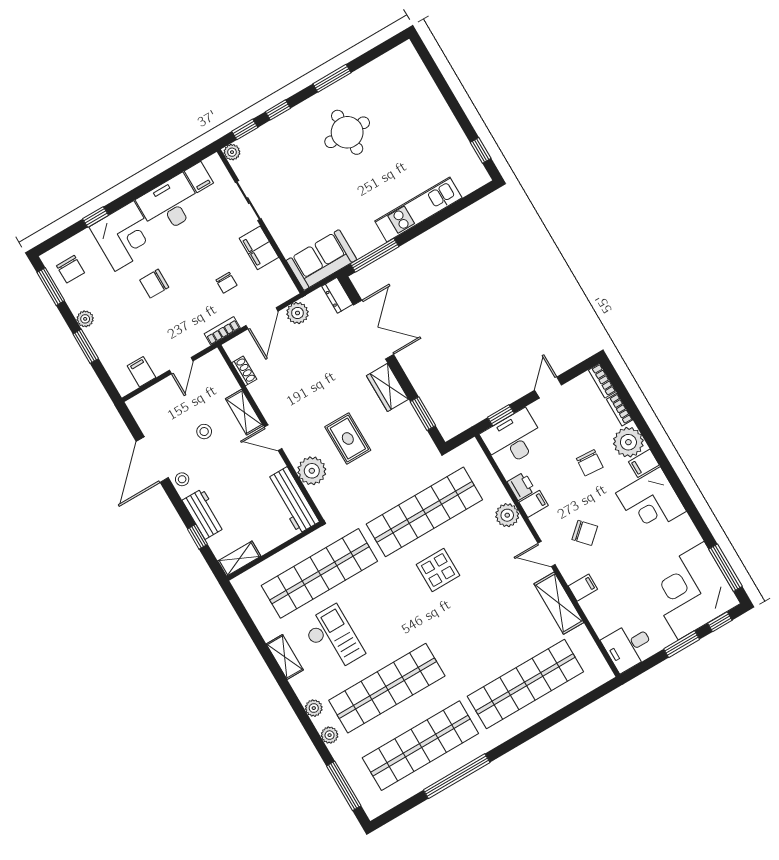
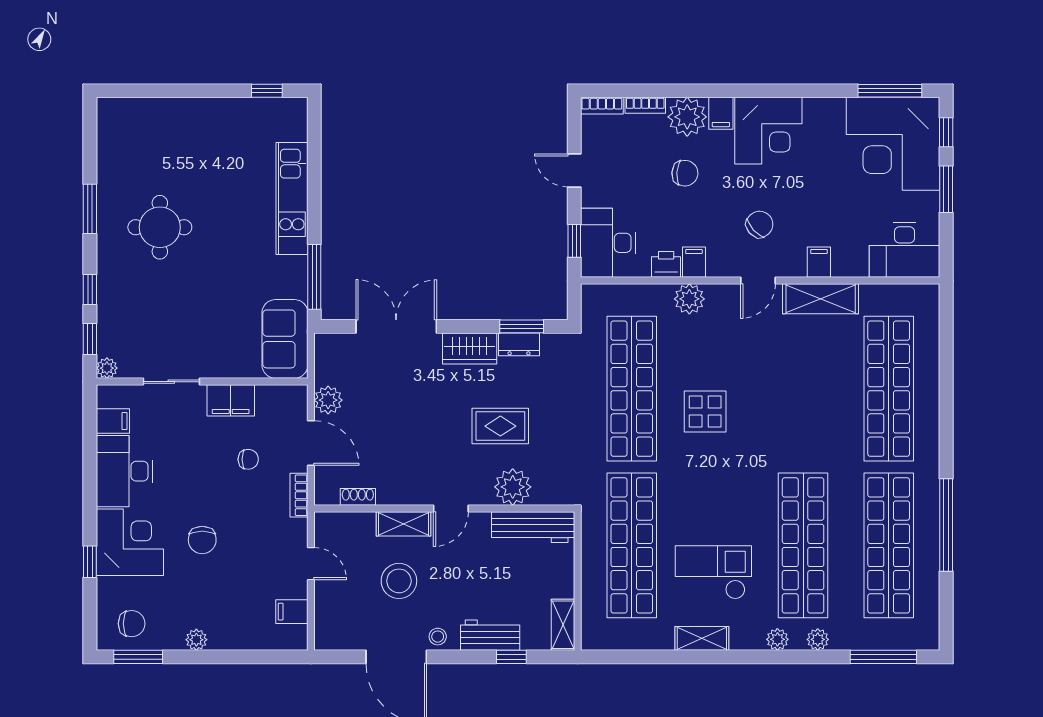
dresser: (337, 295) -> (519, 344), moved
window: (86, 346) -> (227, 657), removed
stool: (204, 432) -> (399, 581), width x1.89, depth x1.89
desk: (628, 646) -> (904, 250), width x1.37

